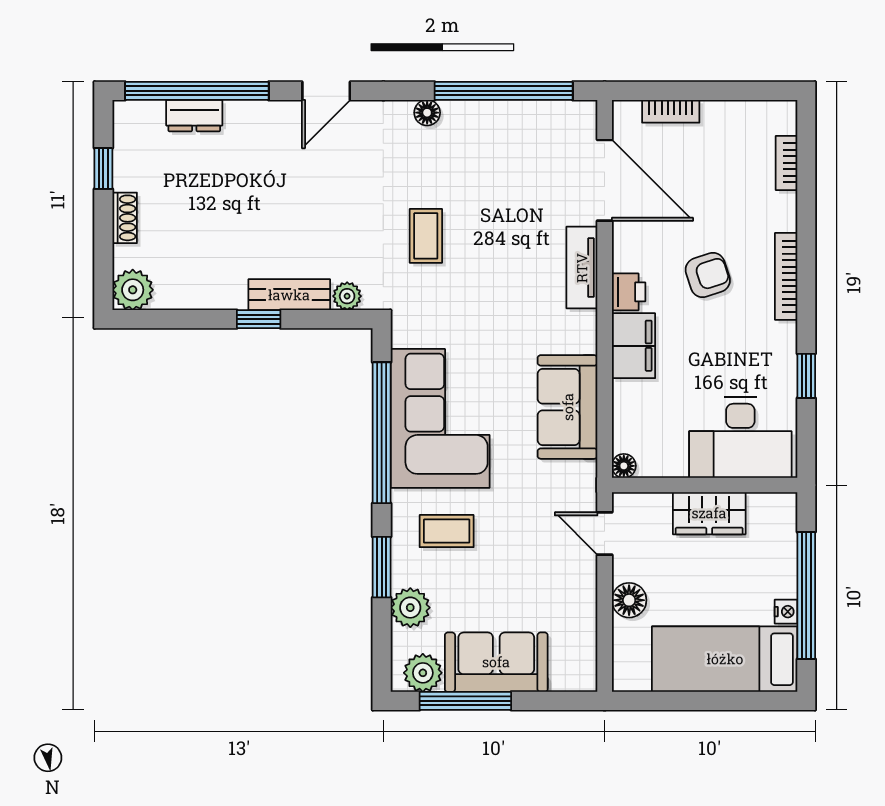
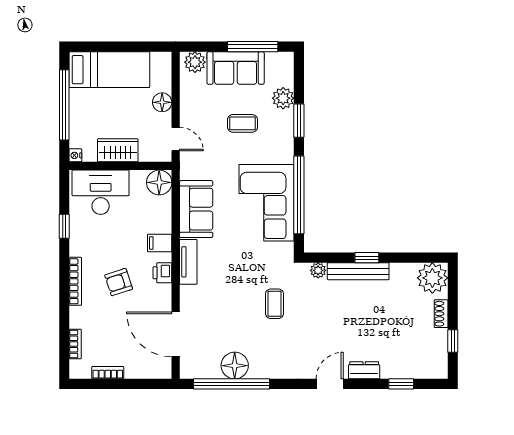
window: (197, 91) -> (401, 384), width x0.32
bookcase: (671, 111) -> (108, 373), moved
floor lamp: (427, 113) -> (235, 366), moved, width x1.89, depth x1.89
dresser: (194, 116) -> (364, 370), moved
tv unit: (582, 268) -> (188, 262), moved
plant: (133, 290) -> (432, 278), width x1.36, depth x1.36
bench: (289, 295) -> (358, 271), width x1.36
filing cabinet: (633, 346) -> (160, 243), width x0.50
floor lamp: (624, 466) -> (159, 182), width x1.89, depth x1.89
coffee table: (447, 531) -> (242, 123), moved
nightstand: (786, 612) -> (75, 155), moved
plant: (423, 673) -> (195, 62), moved

